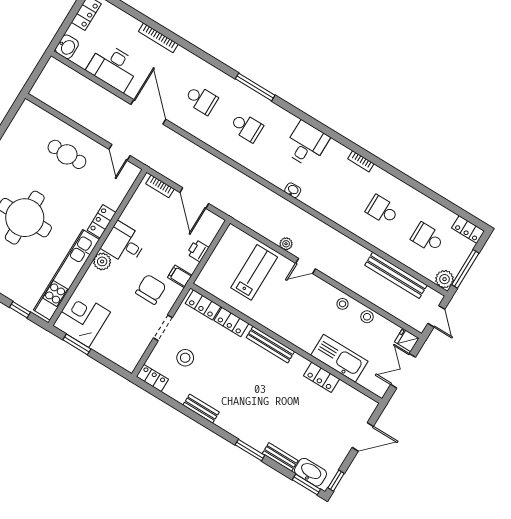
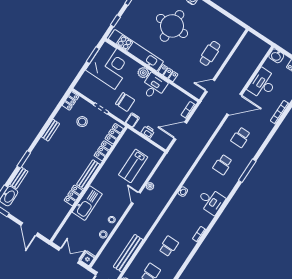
lab bench: (254, 272) -> (133, 166), turned 90
corner desk: (82, 319) -> (110, 65), width x1.36, depth x1.36
kitchen sink: (339, 358) -> (87, 203), moved
locker: (321, 377) -> (73, 195), moved

